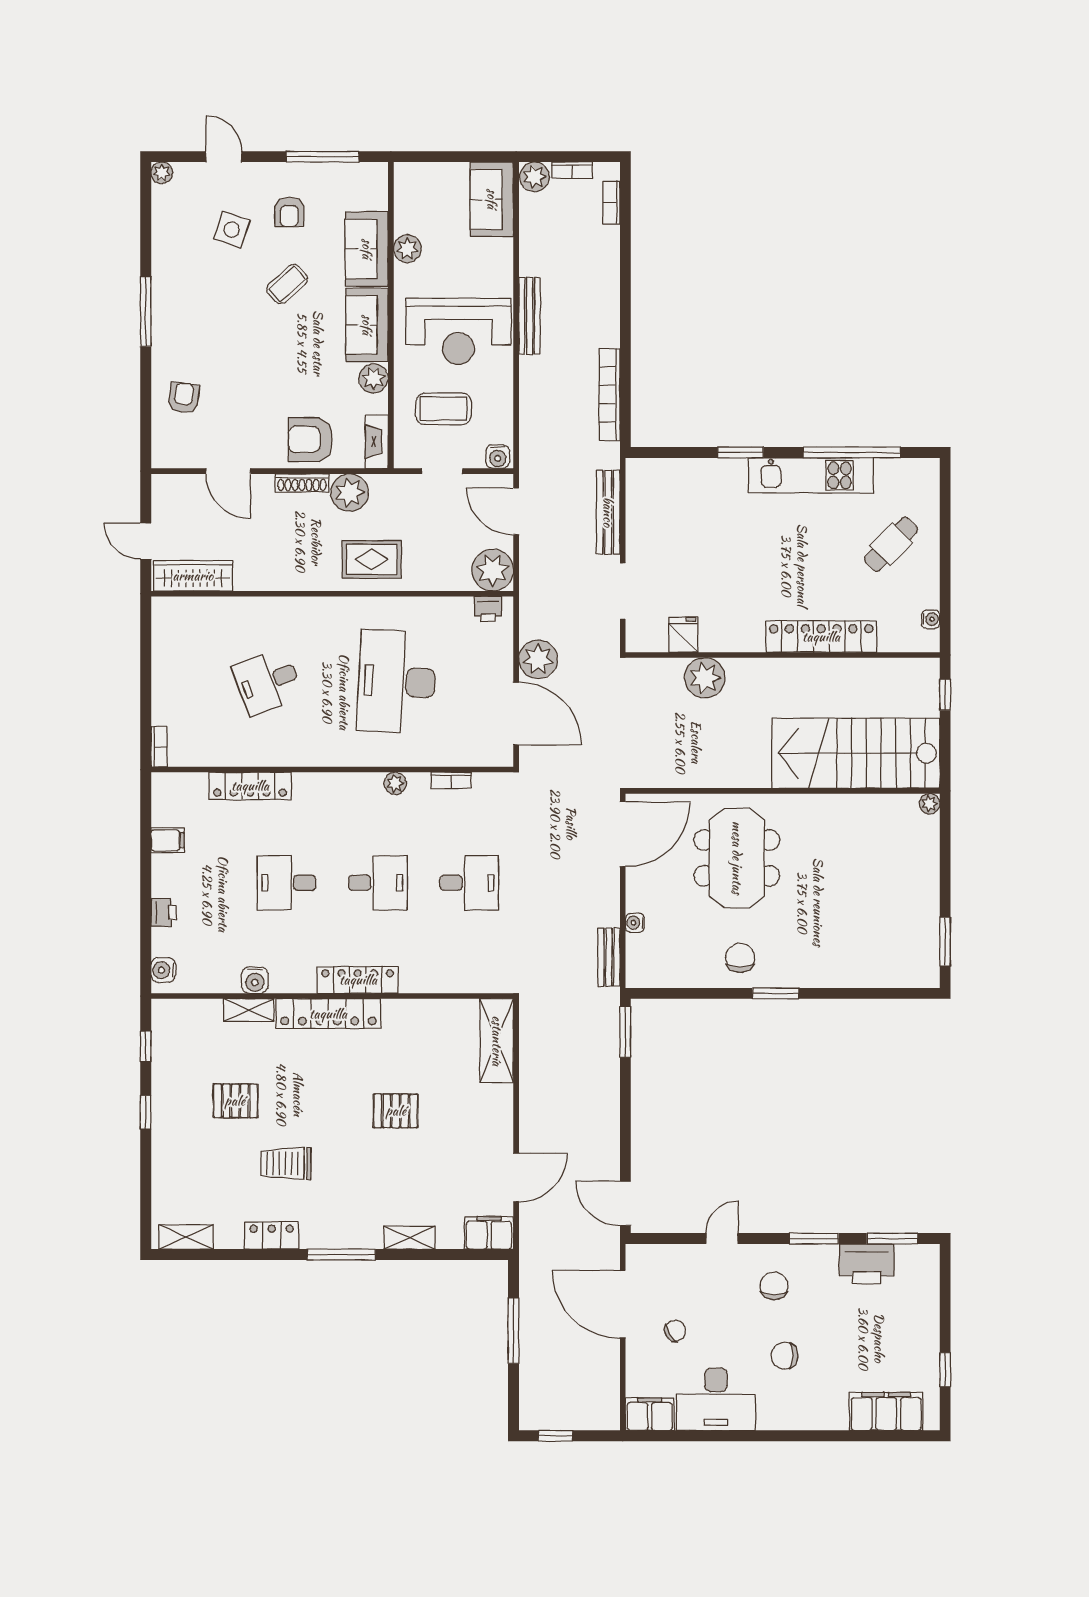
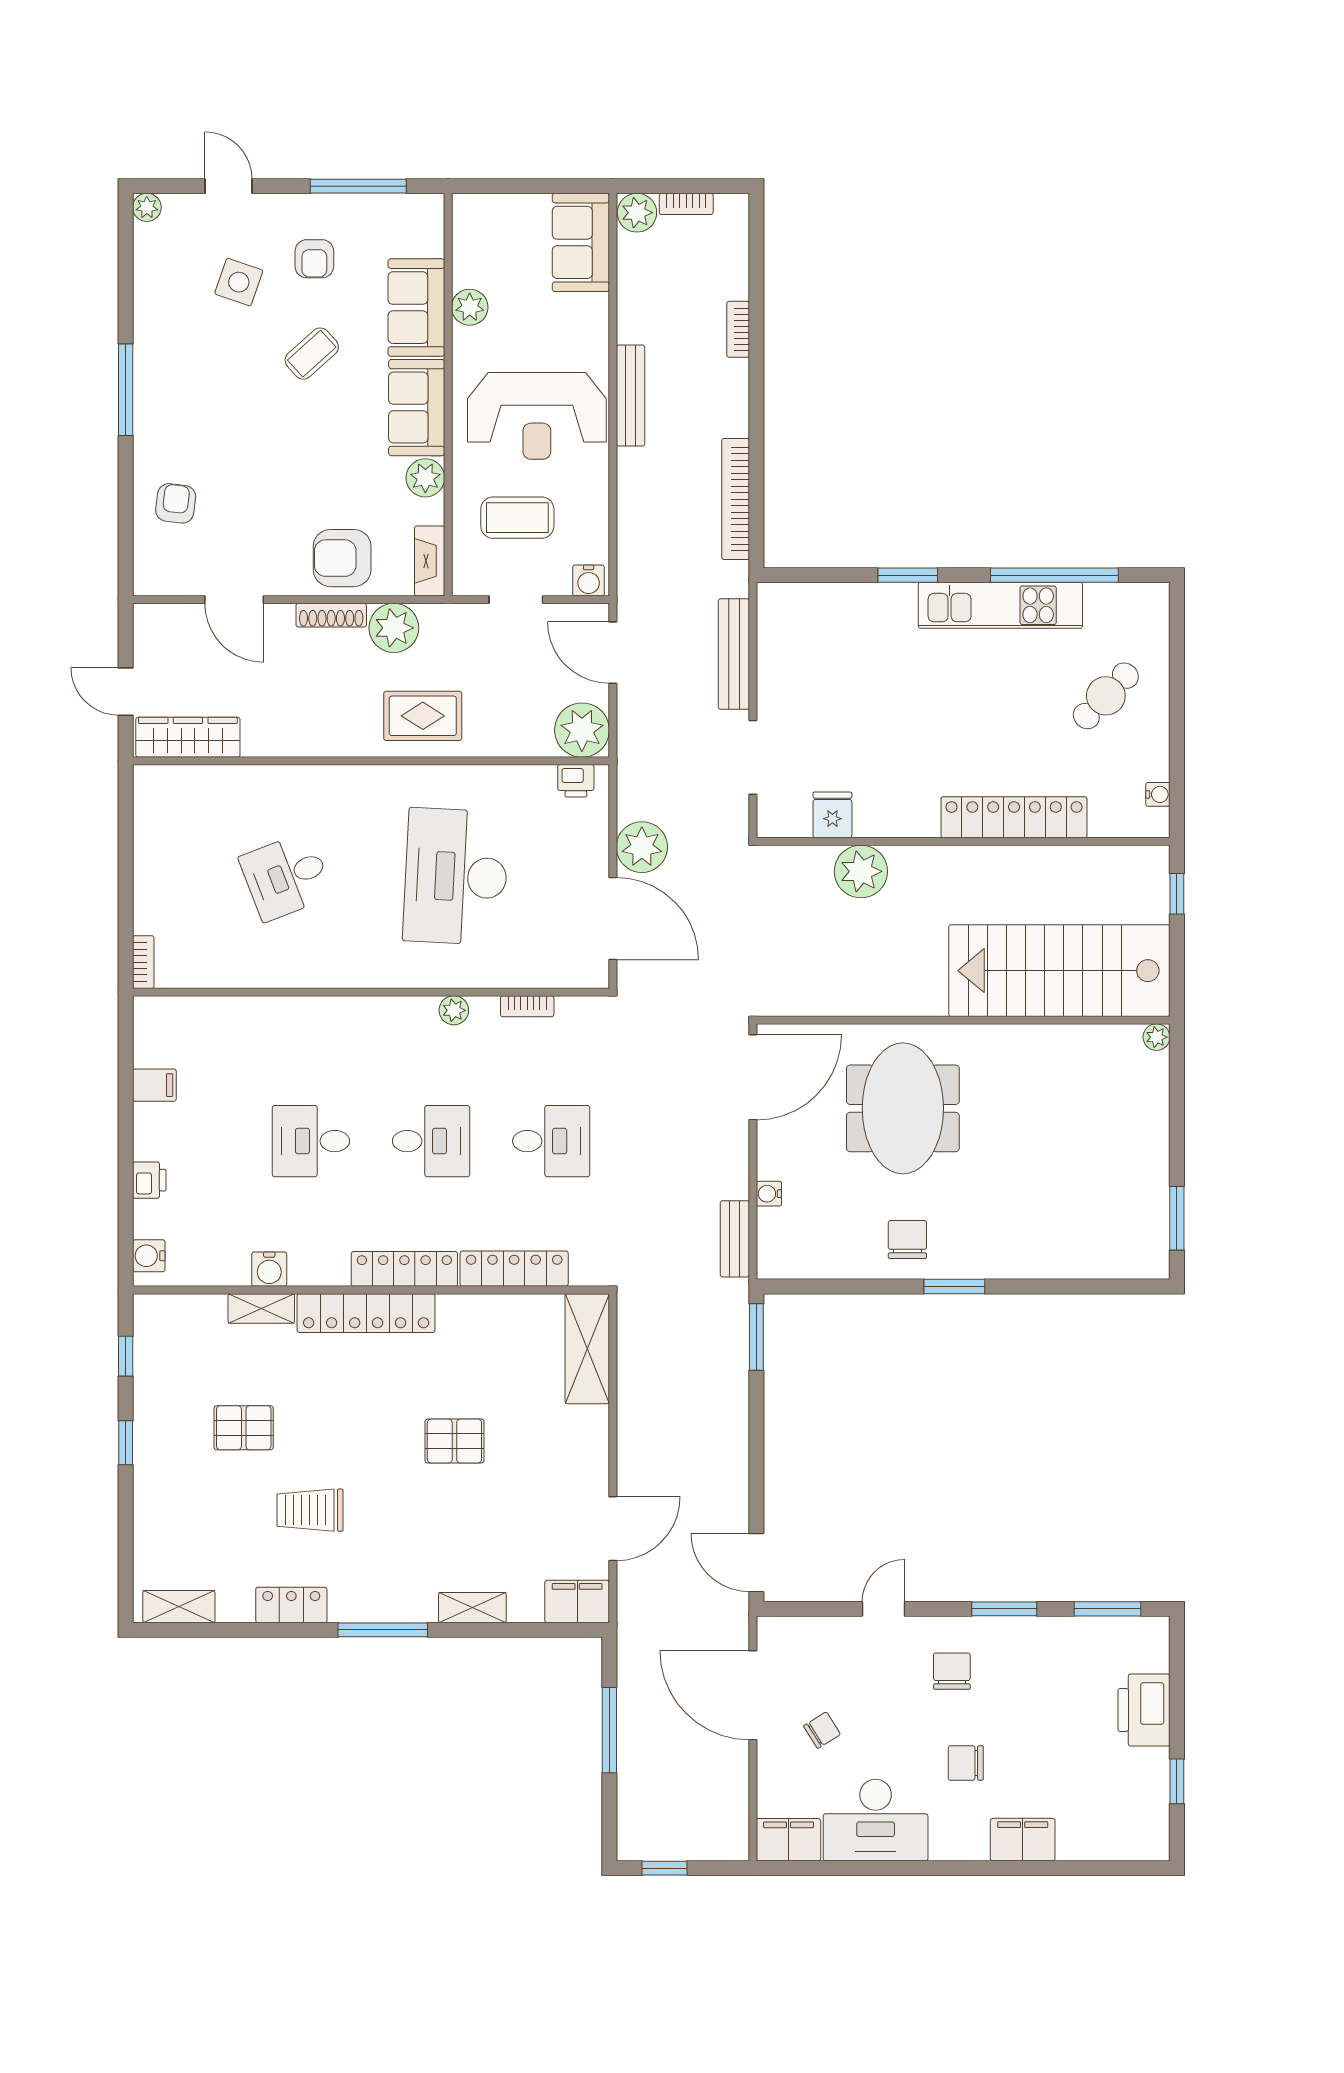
bookcase: (611, 203) -> (738, 329), moved
locker: (250, 786) -> (514, 1269), moved, turned 180
printer: (867, 1264) -> (1144, 1710), moved, turned 90
filing cabinet: (886, 1411) -> (1023, 1840), moved, width x0.67, depth x0.86

